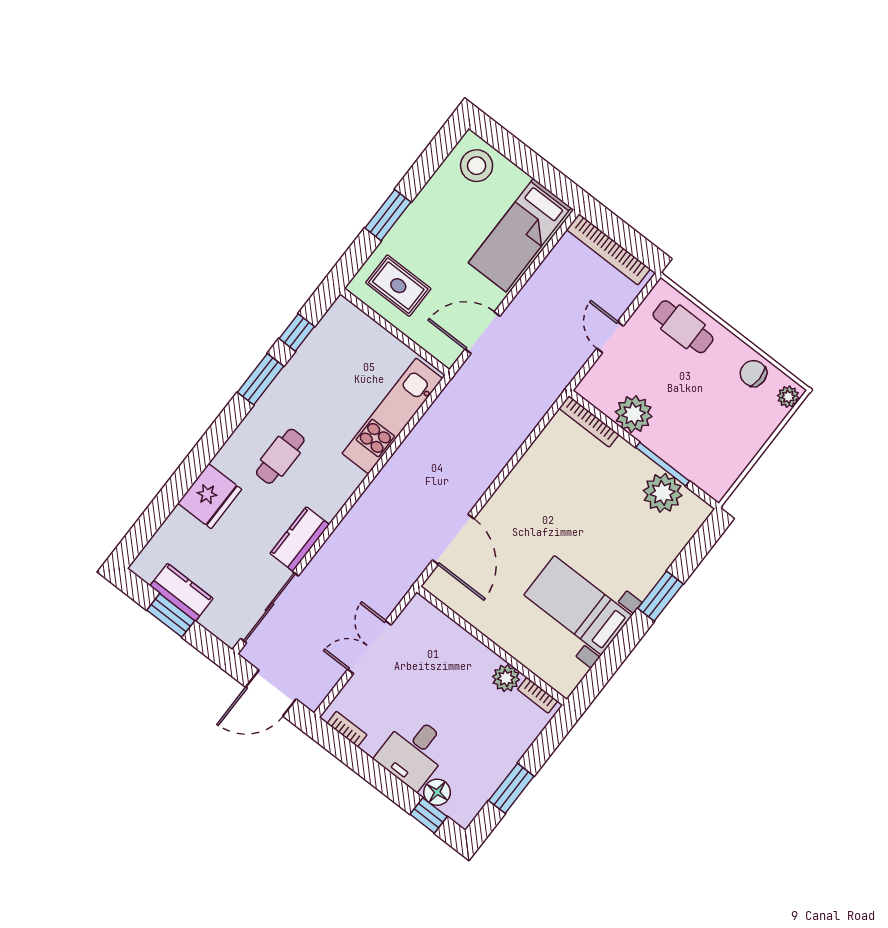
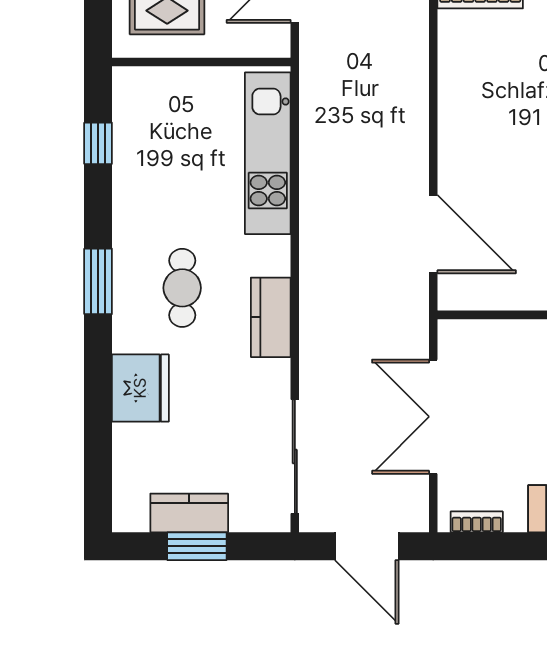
window: (260, 379) -> (98, 281), moved
kitchen counter: (300, 539) -> (271, 317), moved
double door: (369, 647) -> (433, 417), width x1.37
door: (271, 693) -> (367, 546), hinge flipped

